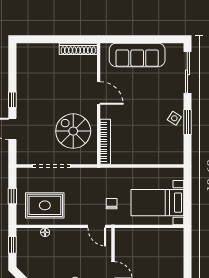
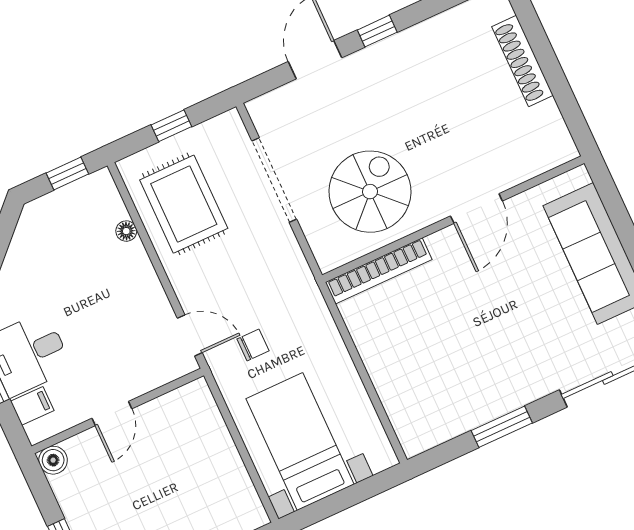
shoe rack: (78, 49) -> (523, 61), moved
side table: (174, 118) -> (497, 395), removed
door: (97, 226) -> (190, 335), swing flipped

